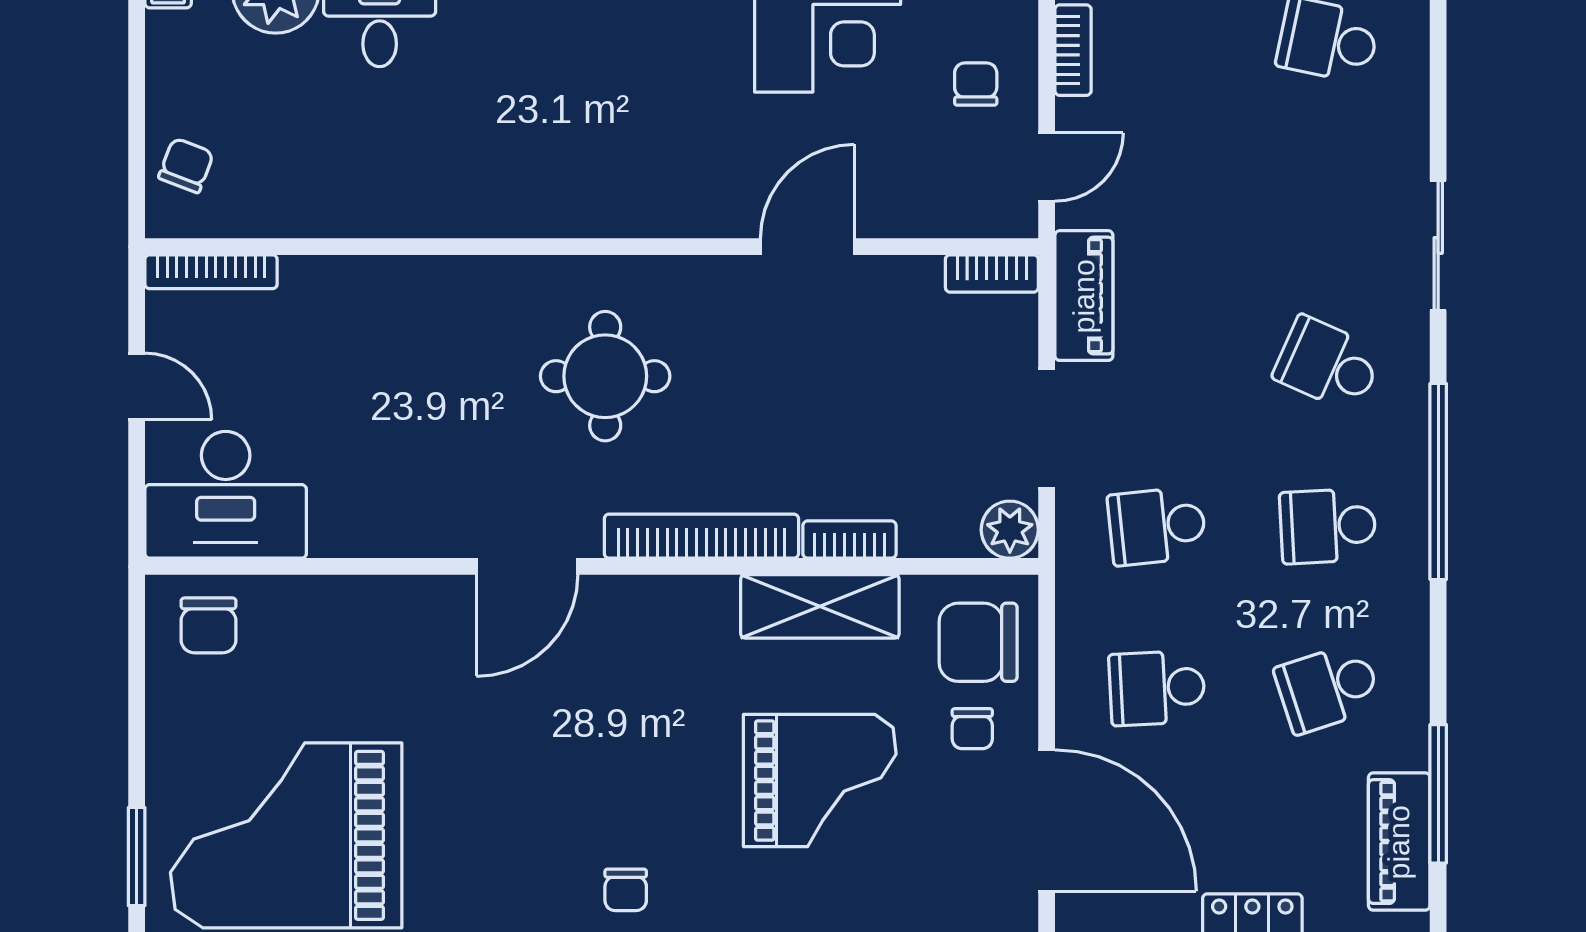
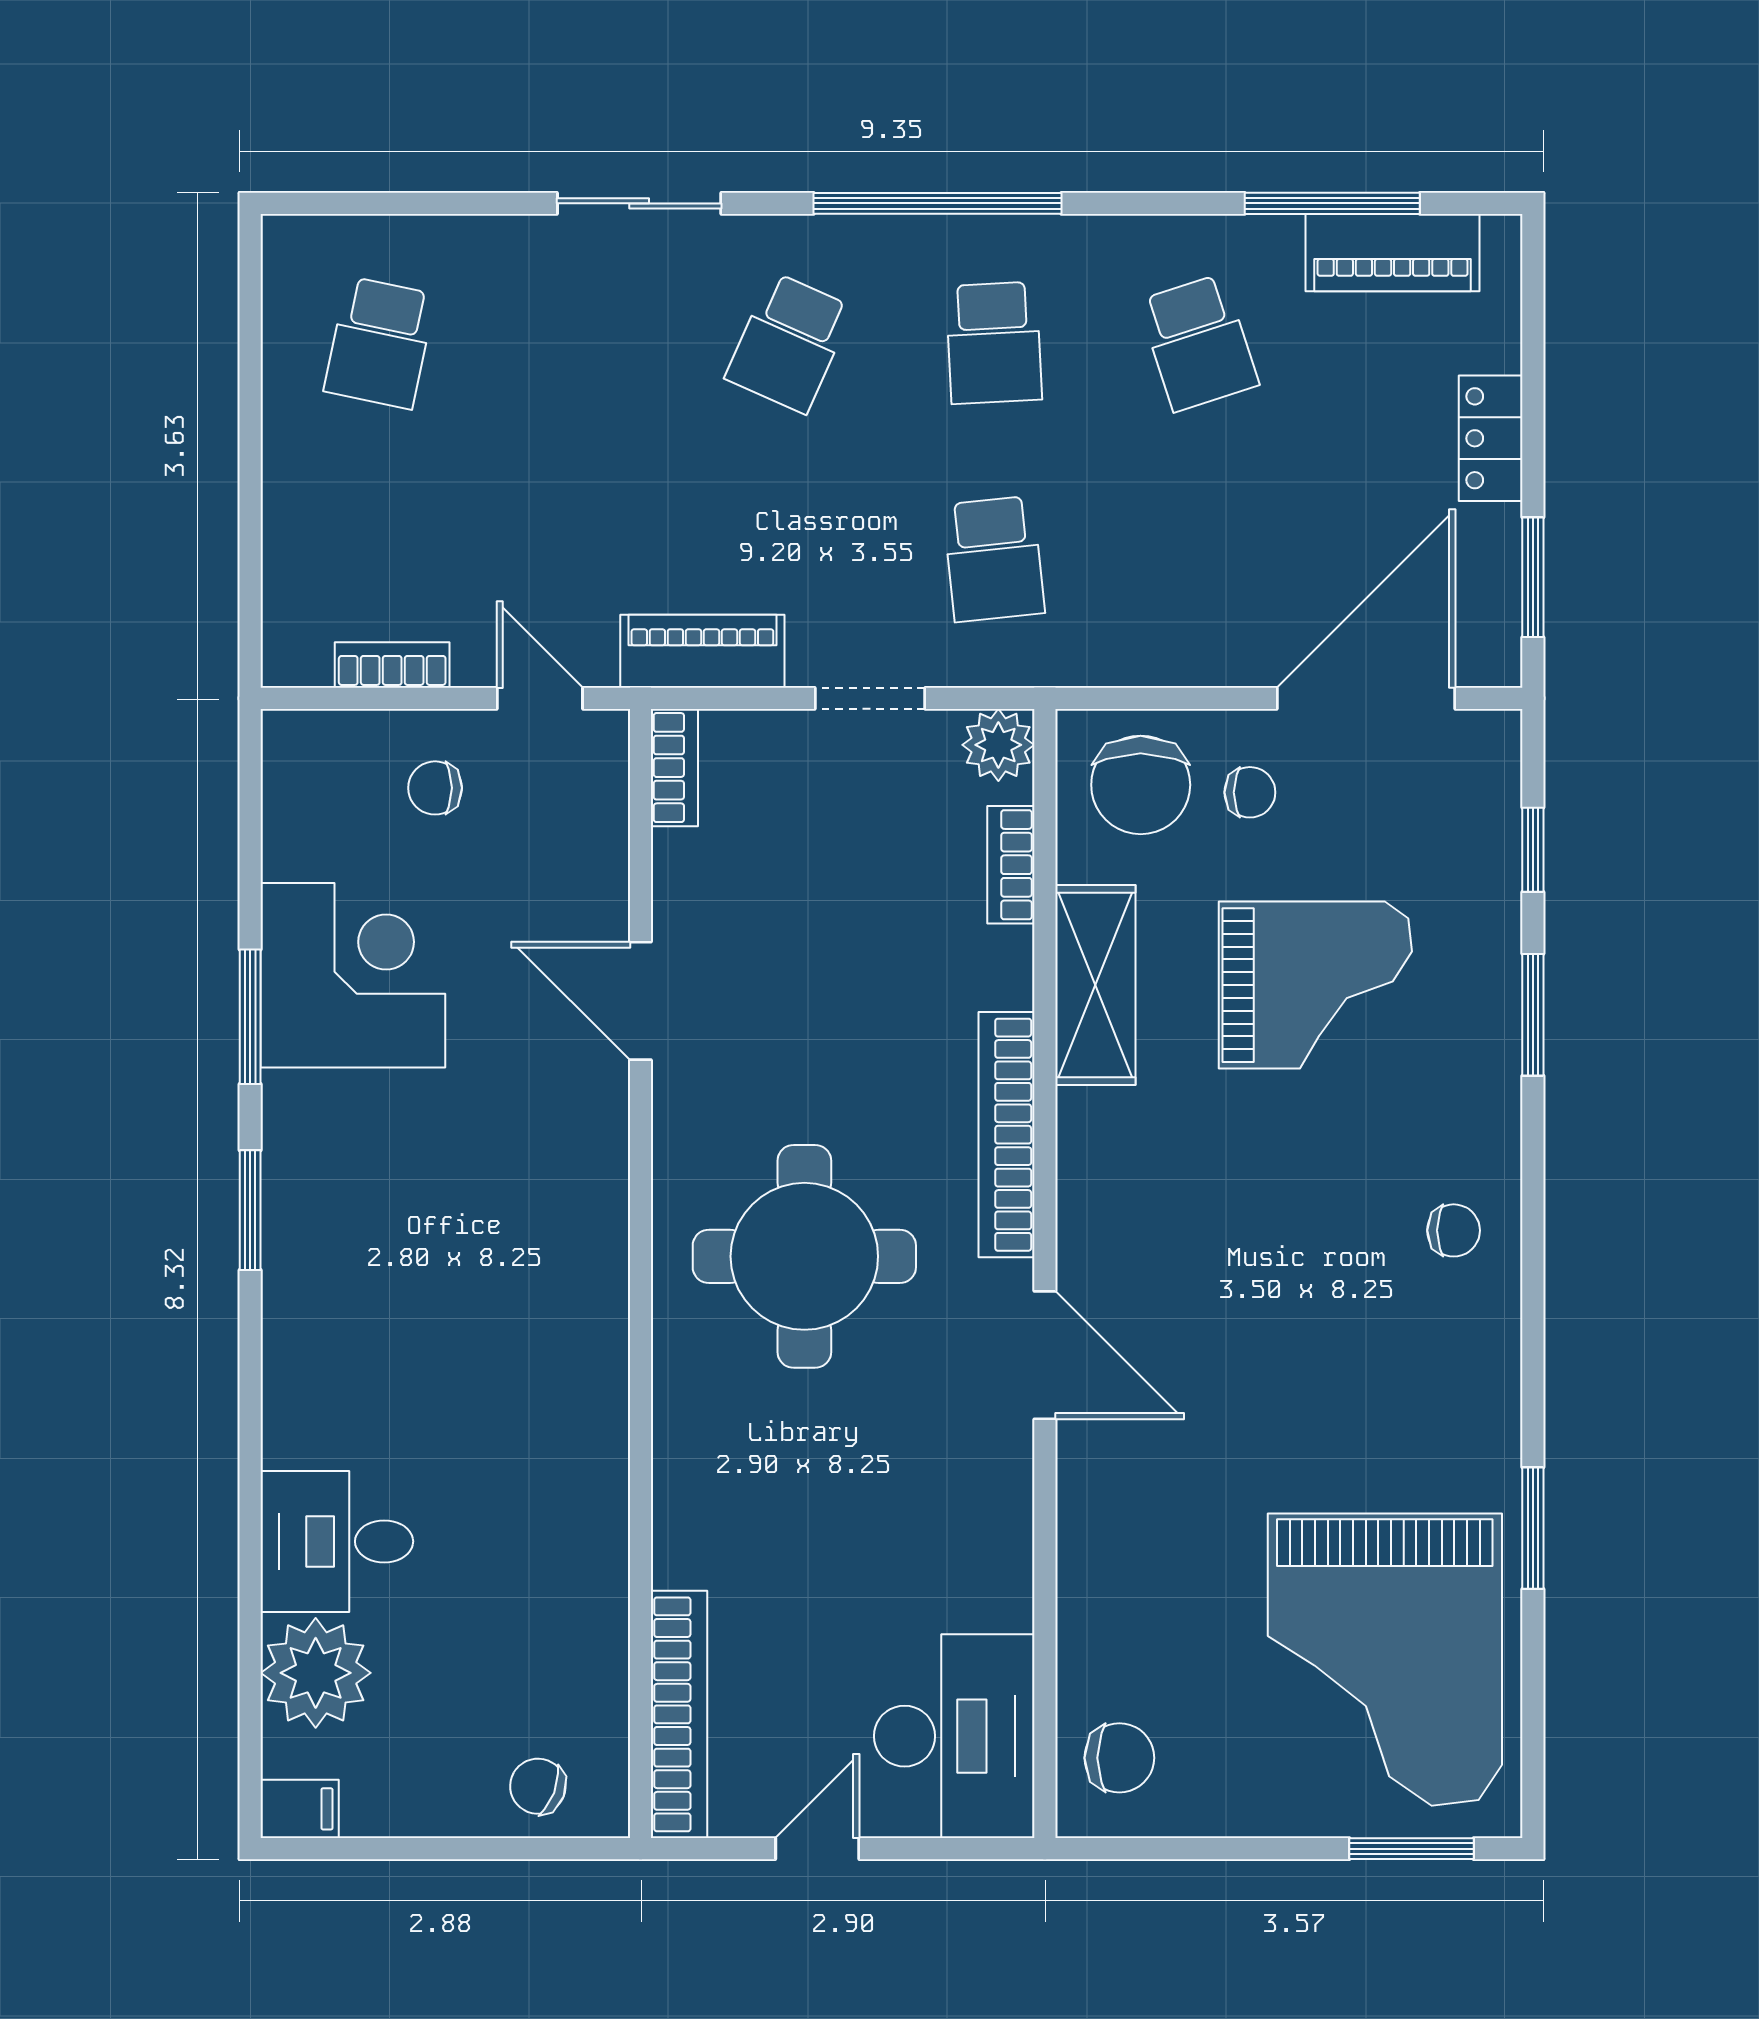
bookcase: (211, 272) -> (679, 1714), width x1.48, depth x1.31
round table: (605, 376) -> (804, 1256), width x1.36, depth x1.36
doorway: (1047, 428) -> (870, 698), width x0.73
bookcase: (849, 540) -> (1011, 865), moved
school desk: (1157, 688) -> (1198, 559), removed
grand piano: (820, 780) -> (1315, 985), turned 90

